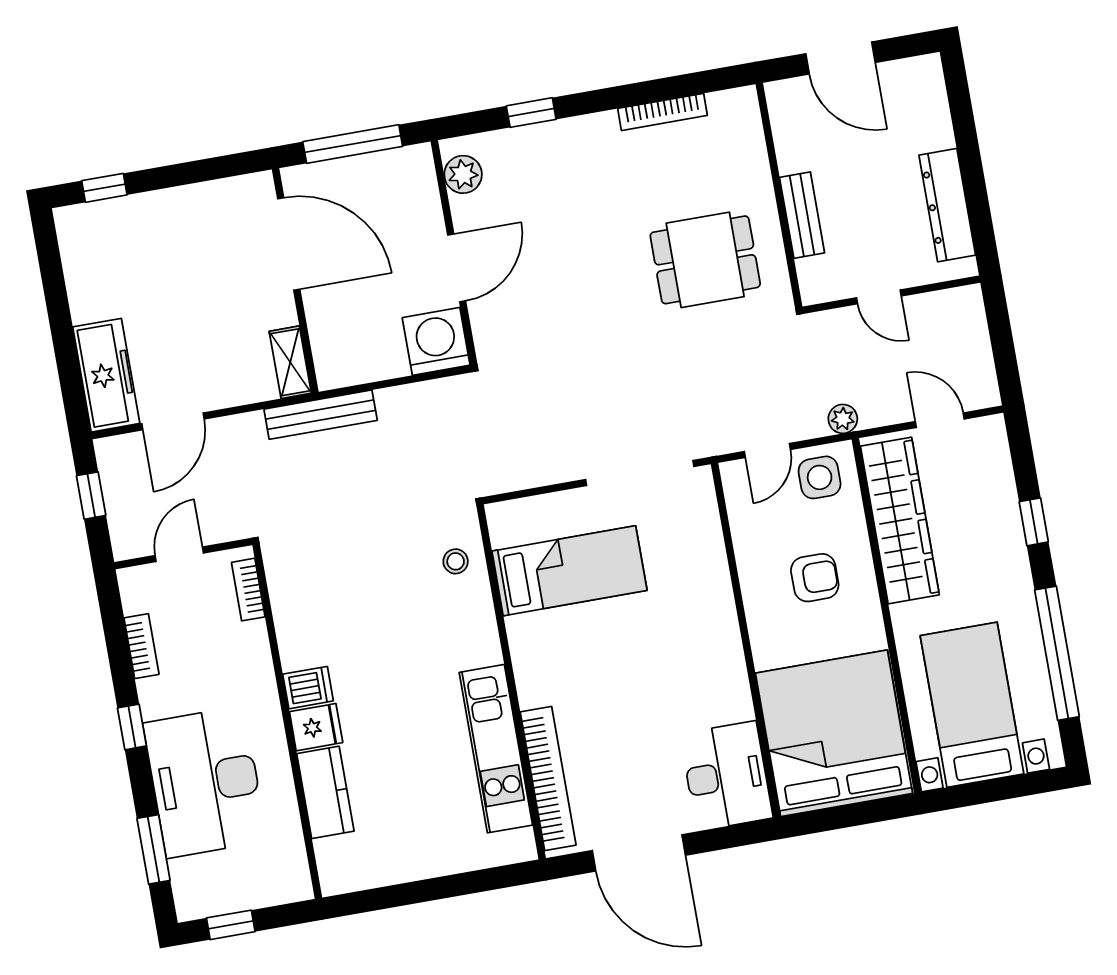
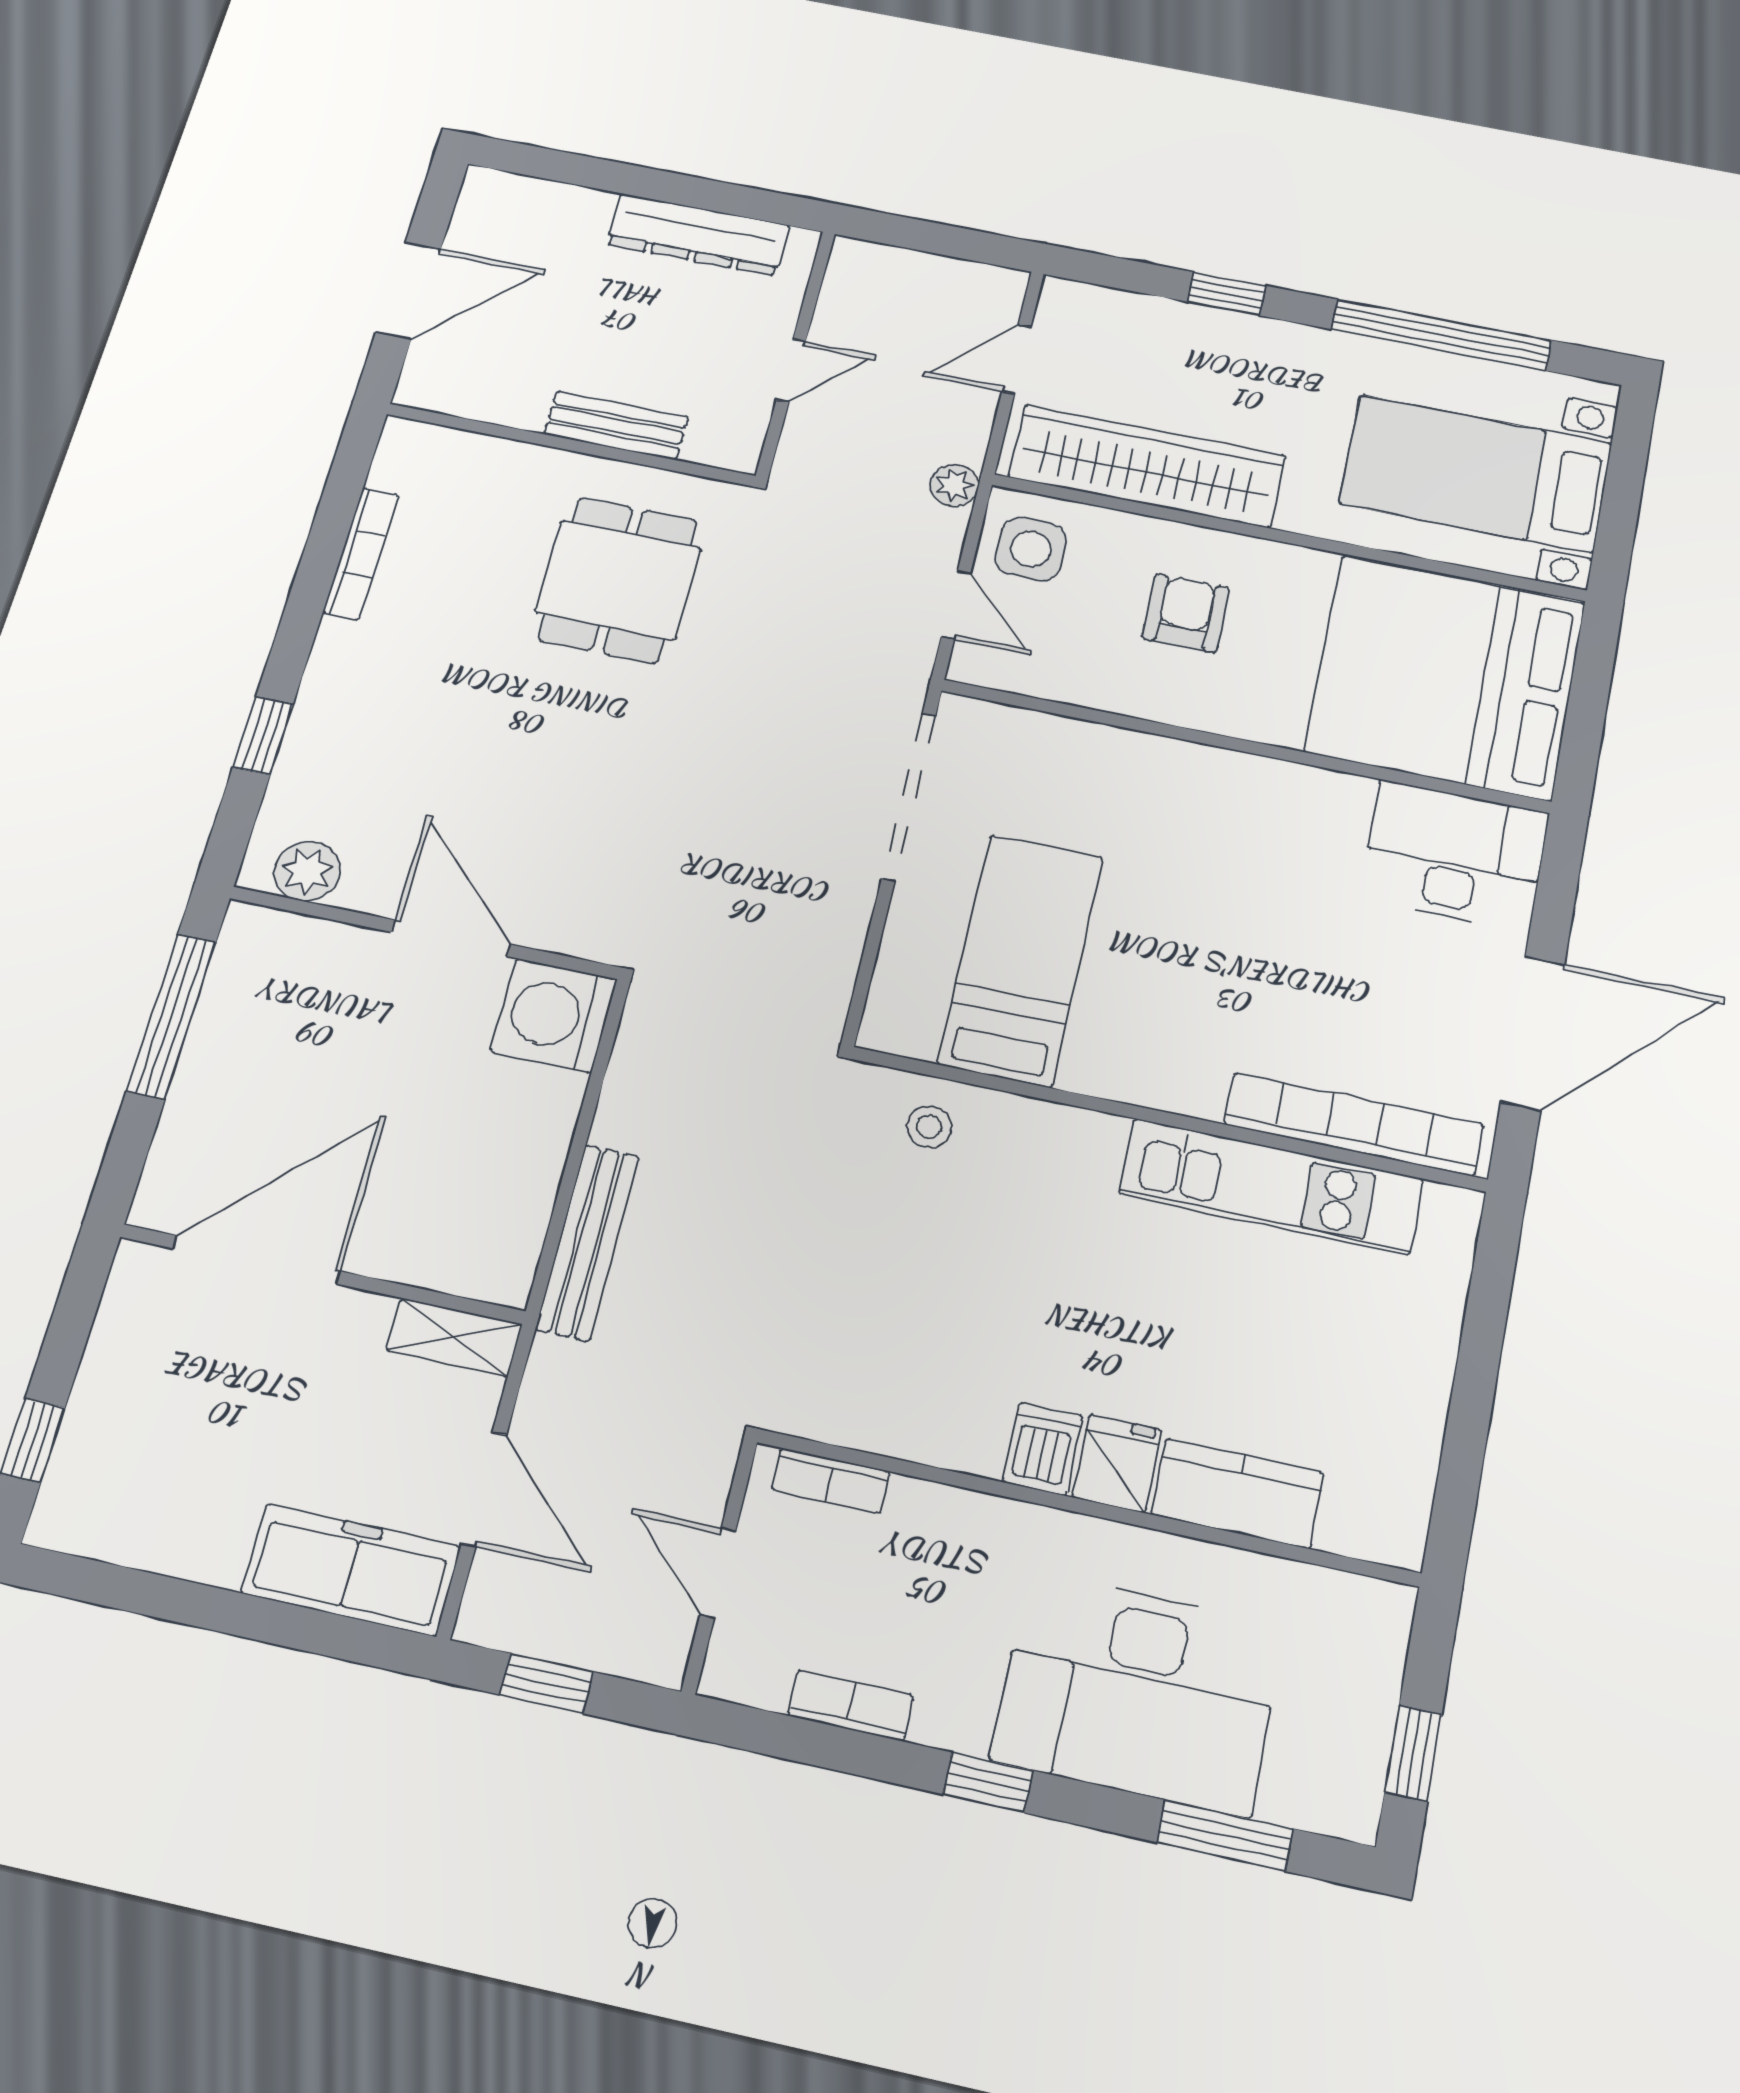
door: (289, 244) -> (256, 1260), moved
wall: (295, 281) -> (322, 1274), moved
shelving: (290, 362) -> (454, 1337), moved

